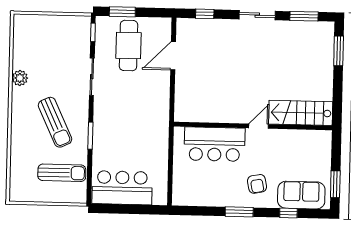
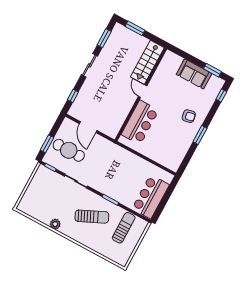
stairs: (301, 113) -> (147, 62), moved
wall: (253, 126) -> (141, 94), moved
door: (259, 126) -> (143, 91), moved
bar counter: (215, 144) -> (140, 122), moved
sofa: (301, 195) -> (194, 74), moved, turned -90
window: (288, 213) -> (221, 95), moved

